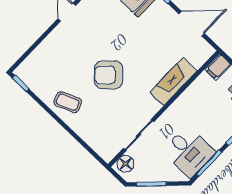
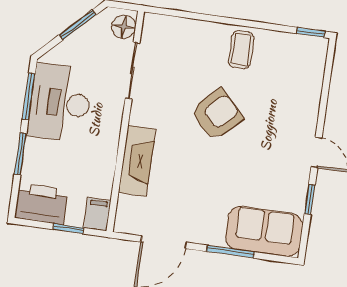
coffee table: (68, 102) -> (241, 50), turned -67
desk: (189, 152) -> (60, 103), width x1.37

